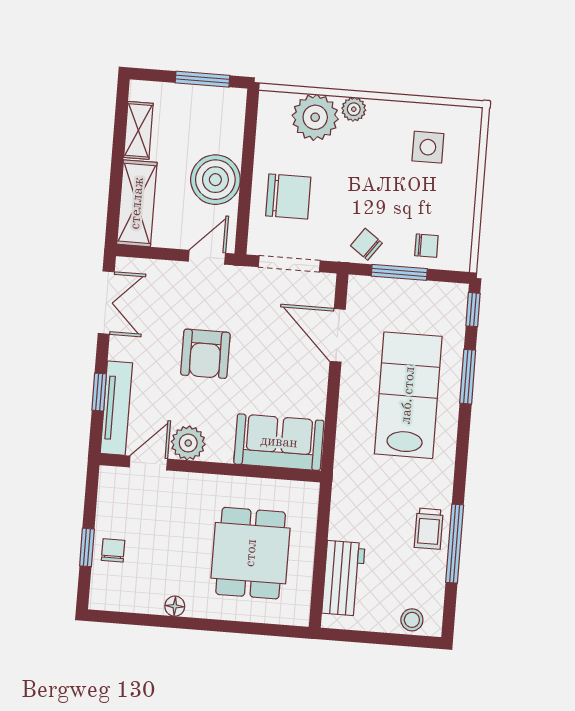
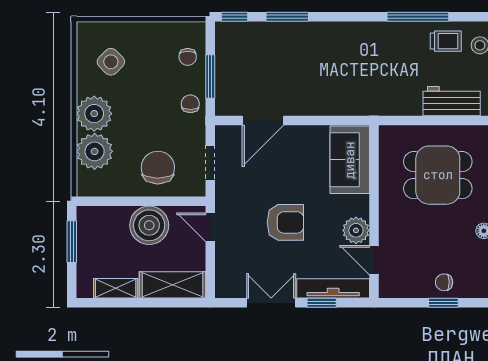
plant: (354, 109) -> (94, 114), width x1.87, depth x1.87
side table: (428, 147) -> (111, 62), turned 45
chair: (366, 244) -> (190, 104), turned 144
chair: (426, 246) -> (188, 57), turned 180
doorway: (289, 264) -> (210, 163), width x0.73
double door: (106, 303) -> (271, 303), moved
lab bench: (408, 395) -> (305, 62), removed
trolley: (429, 529) -> (446, 41), moved

